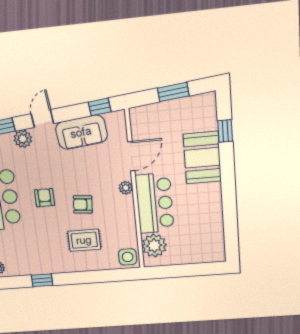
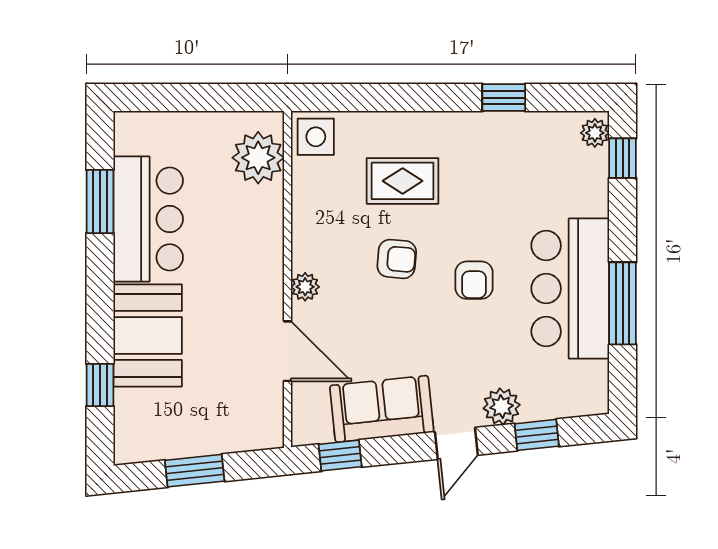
door: (131, 156) -> (288, 351), swing flipped
bar counter: (155, 203) -> (148, 219), moved, turned 180
window: (230, 220) -> (100, 201), added

